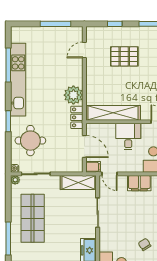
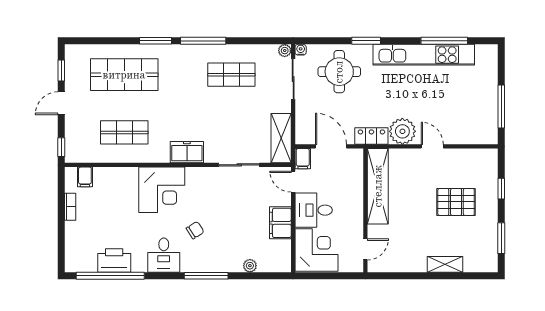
door: (84, 50) -> (432, 146), moved
pallet: (124, 56) -> (456, 202), turned 90
desk: (128, 137) -> (314, 210), moved, turned 180
door: (84, 147) -> (331, 146), swing flipped
door: (110, 174) -> (293, 182), hinge flipped
shop shelf: (33, 218) -> (231, 75), width x0.70, depth x0.74

